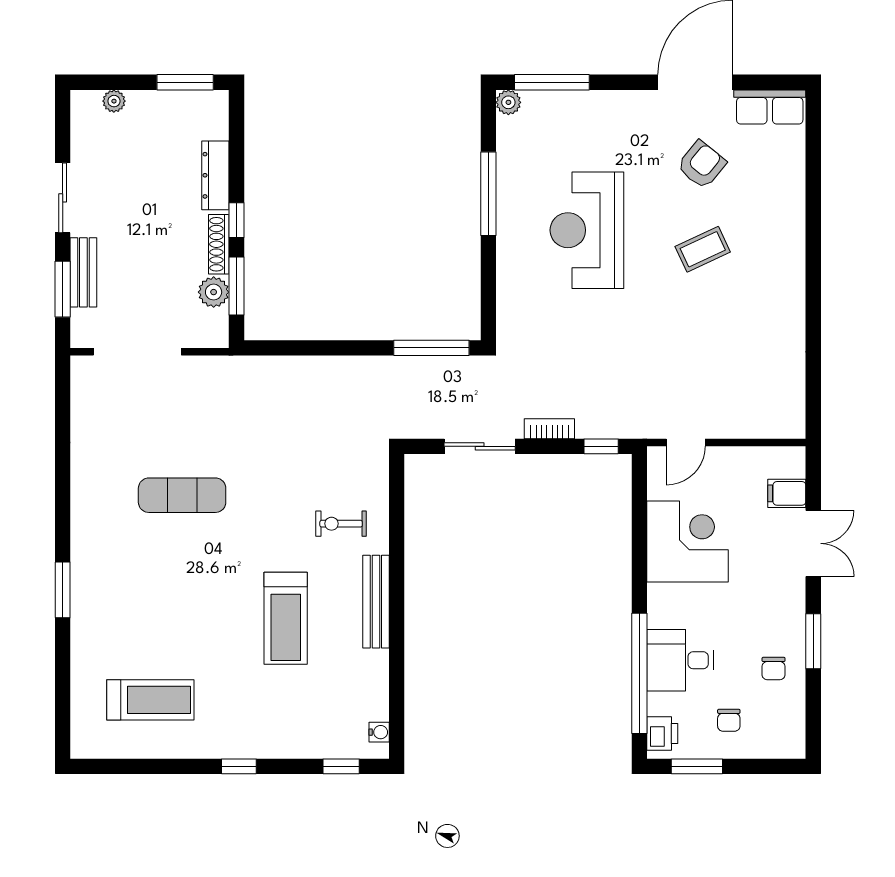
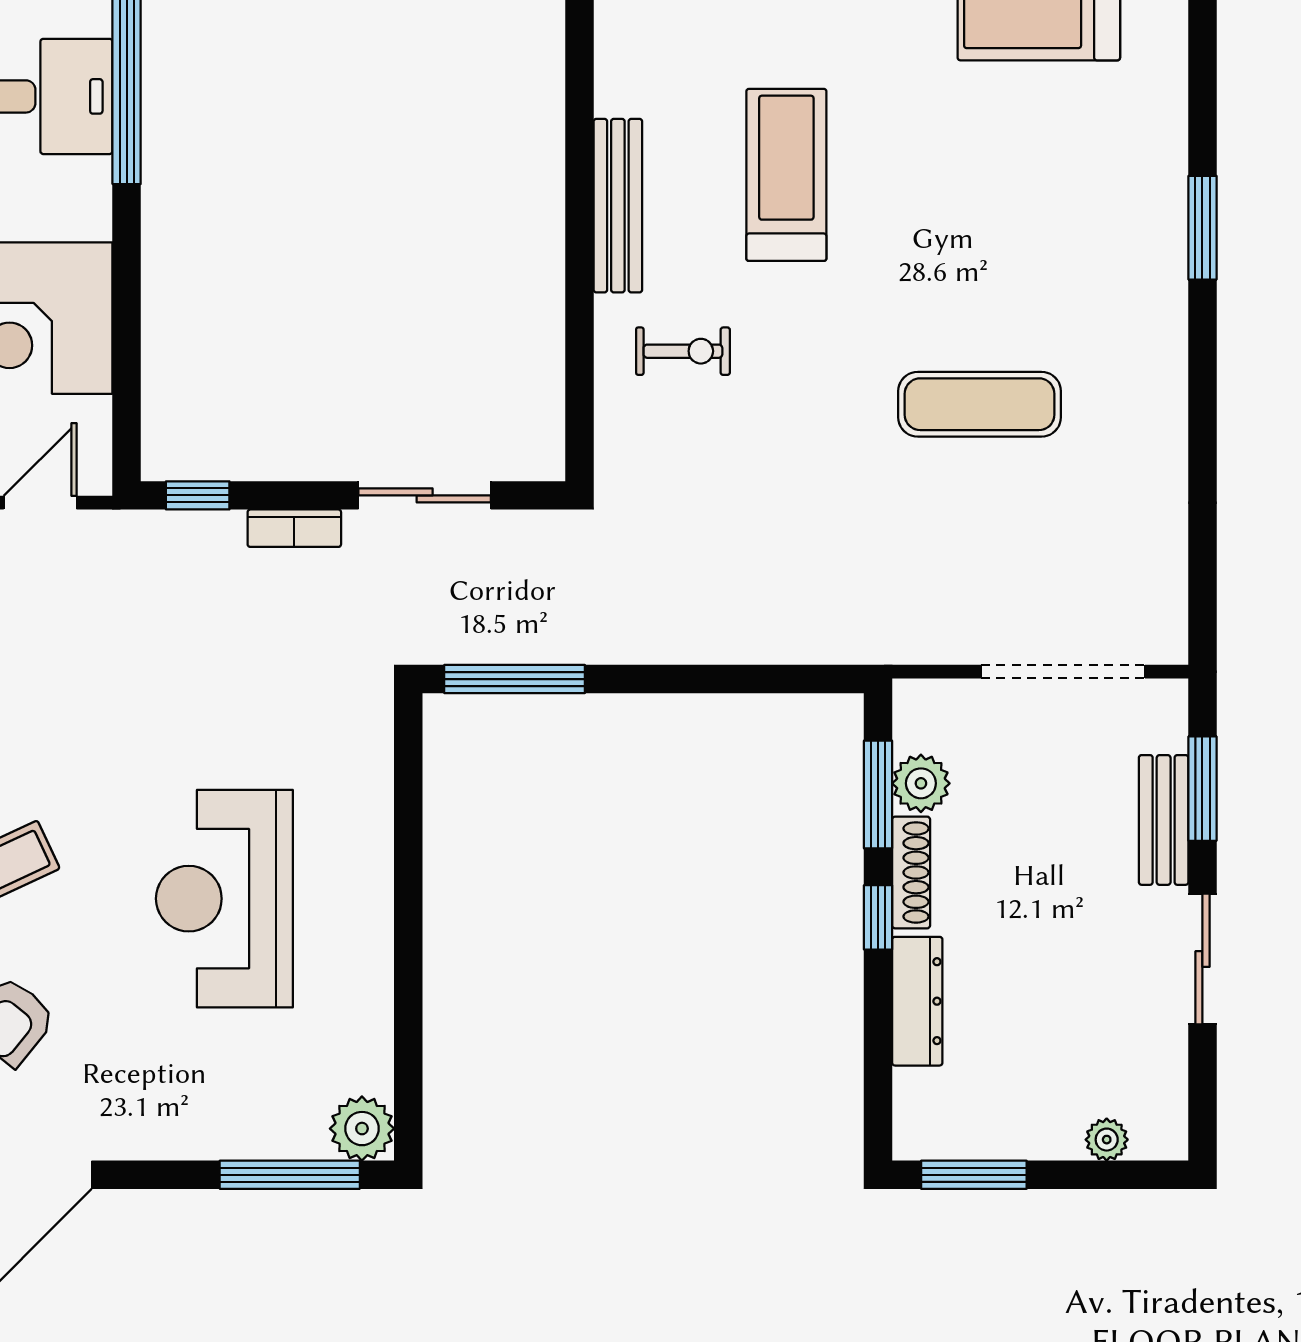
plant: (508, 102) -> (362, 1129), width x1.38, depth x1.38
window: (488, 194) -> (408, 967), removed
reception desk: (587, 230) -> (224, 899), turned 180

